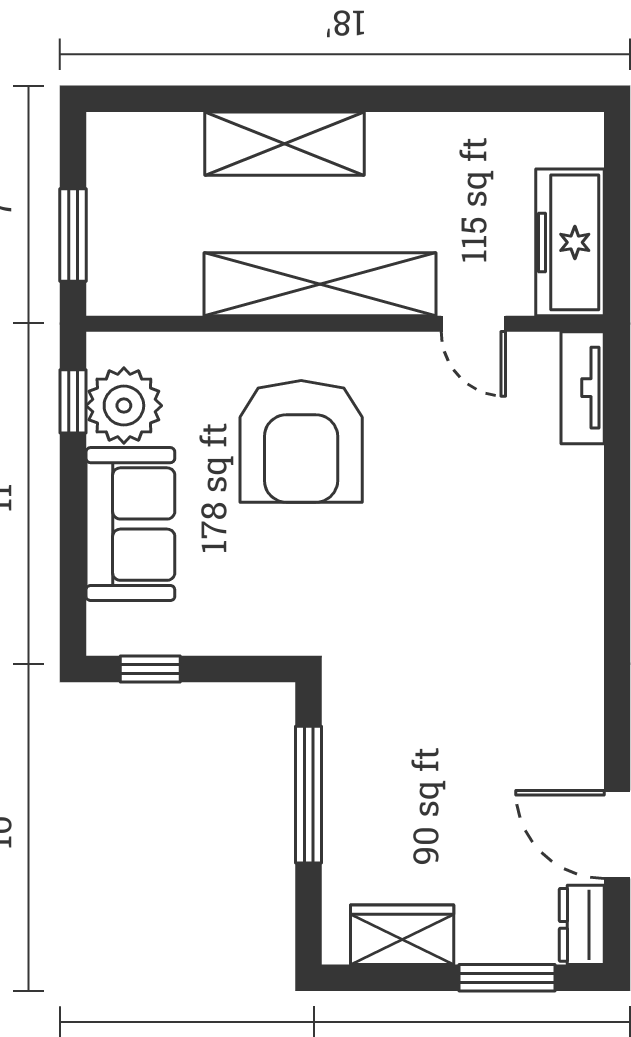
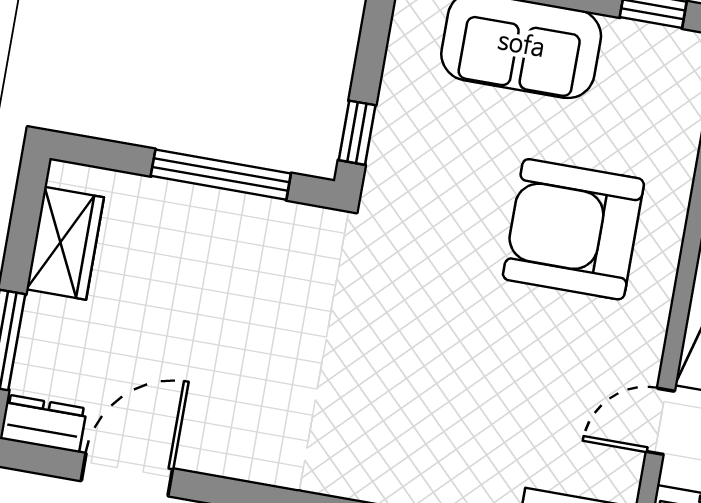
plant: (124, 406) -> (640, 59), removed
window: (150, 669) -> (357, 133), moved

